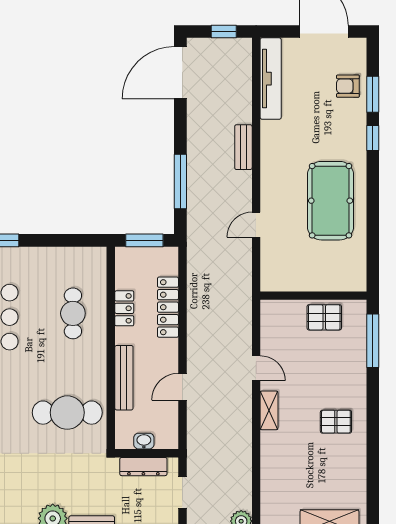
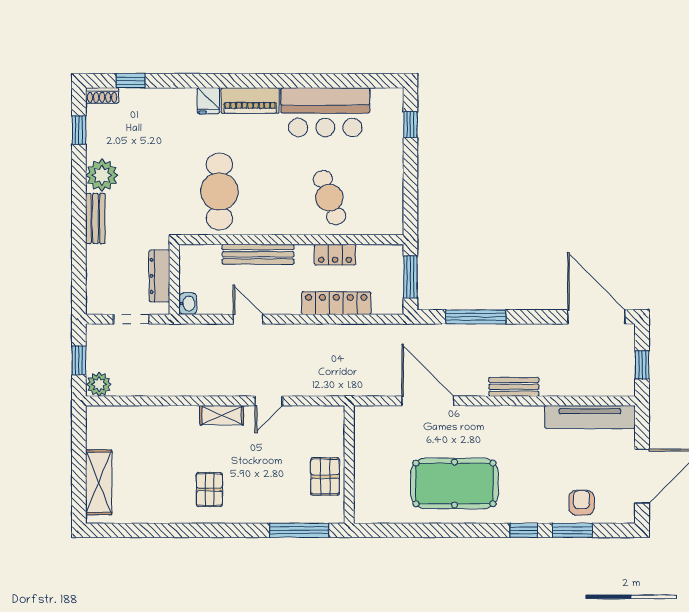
door: (256, 225) -> (428, 401), width x1.88
cafe table: (73, 313) -> (329, 198), turned 70
washbasin: (144, 441) -> (188, 304), moved

